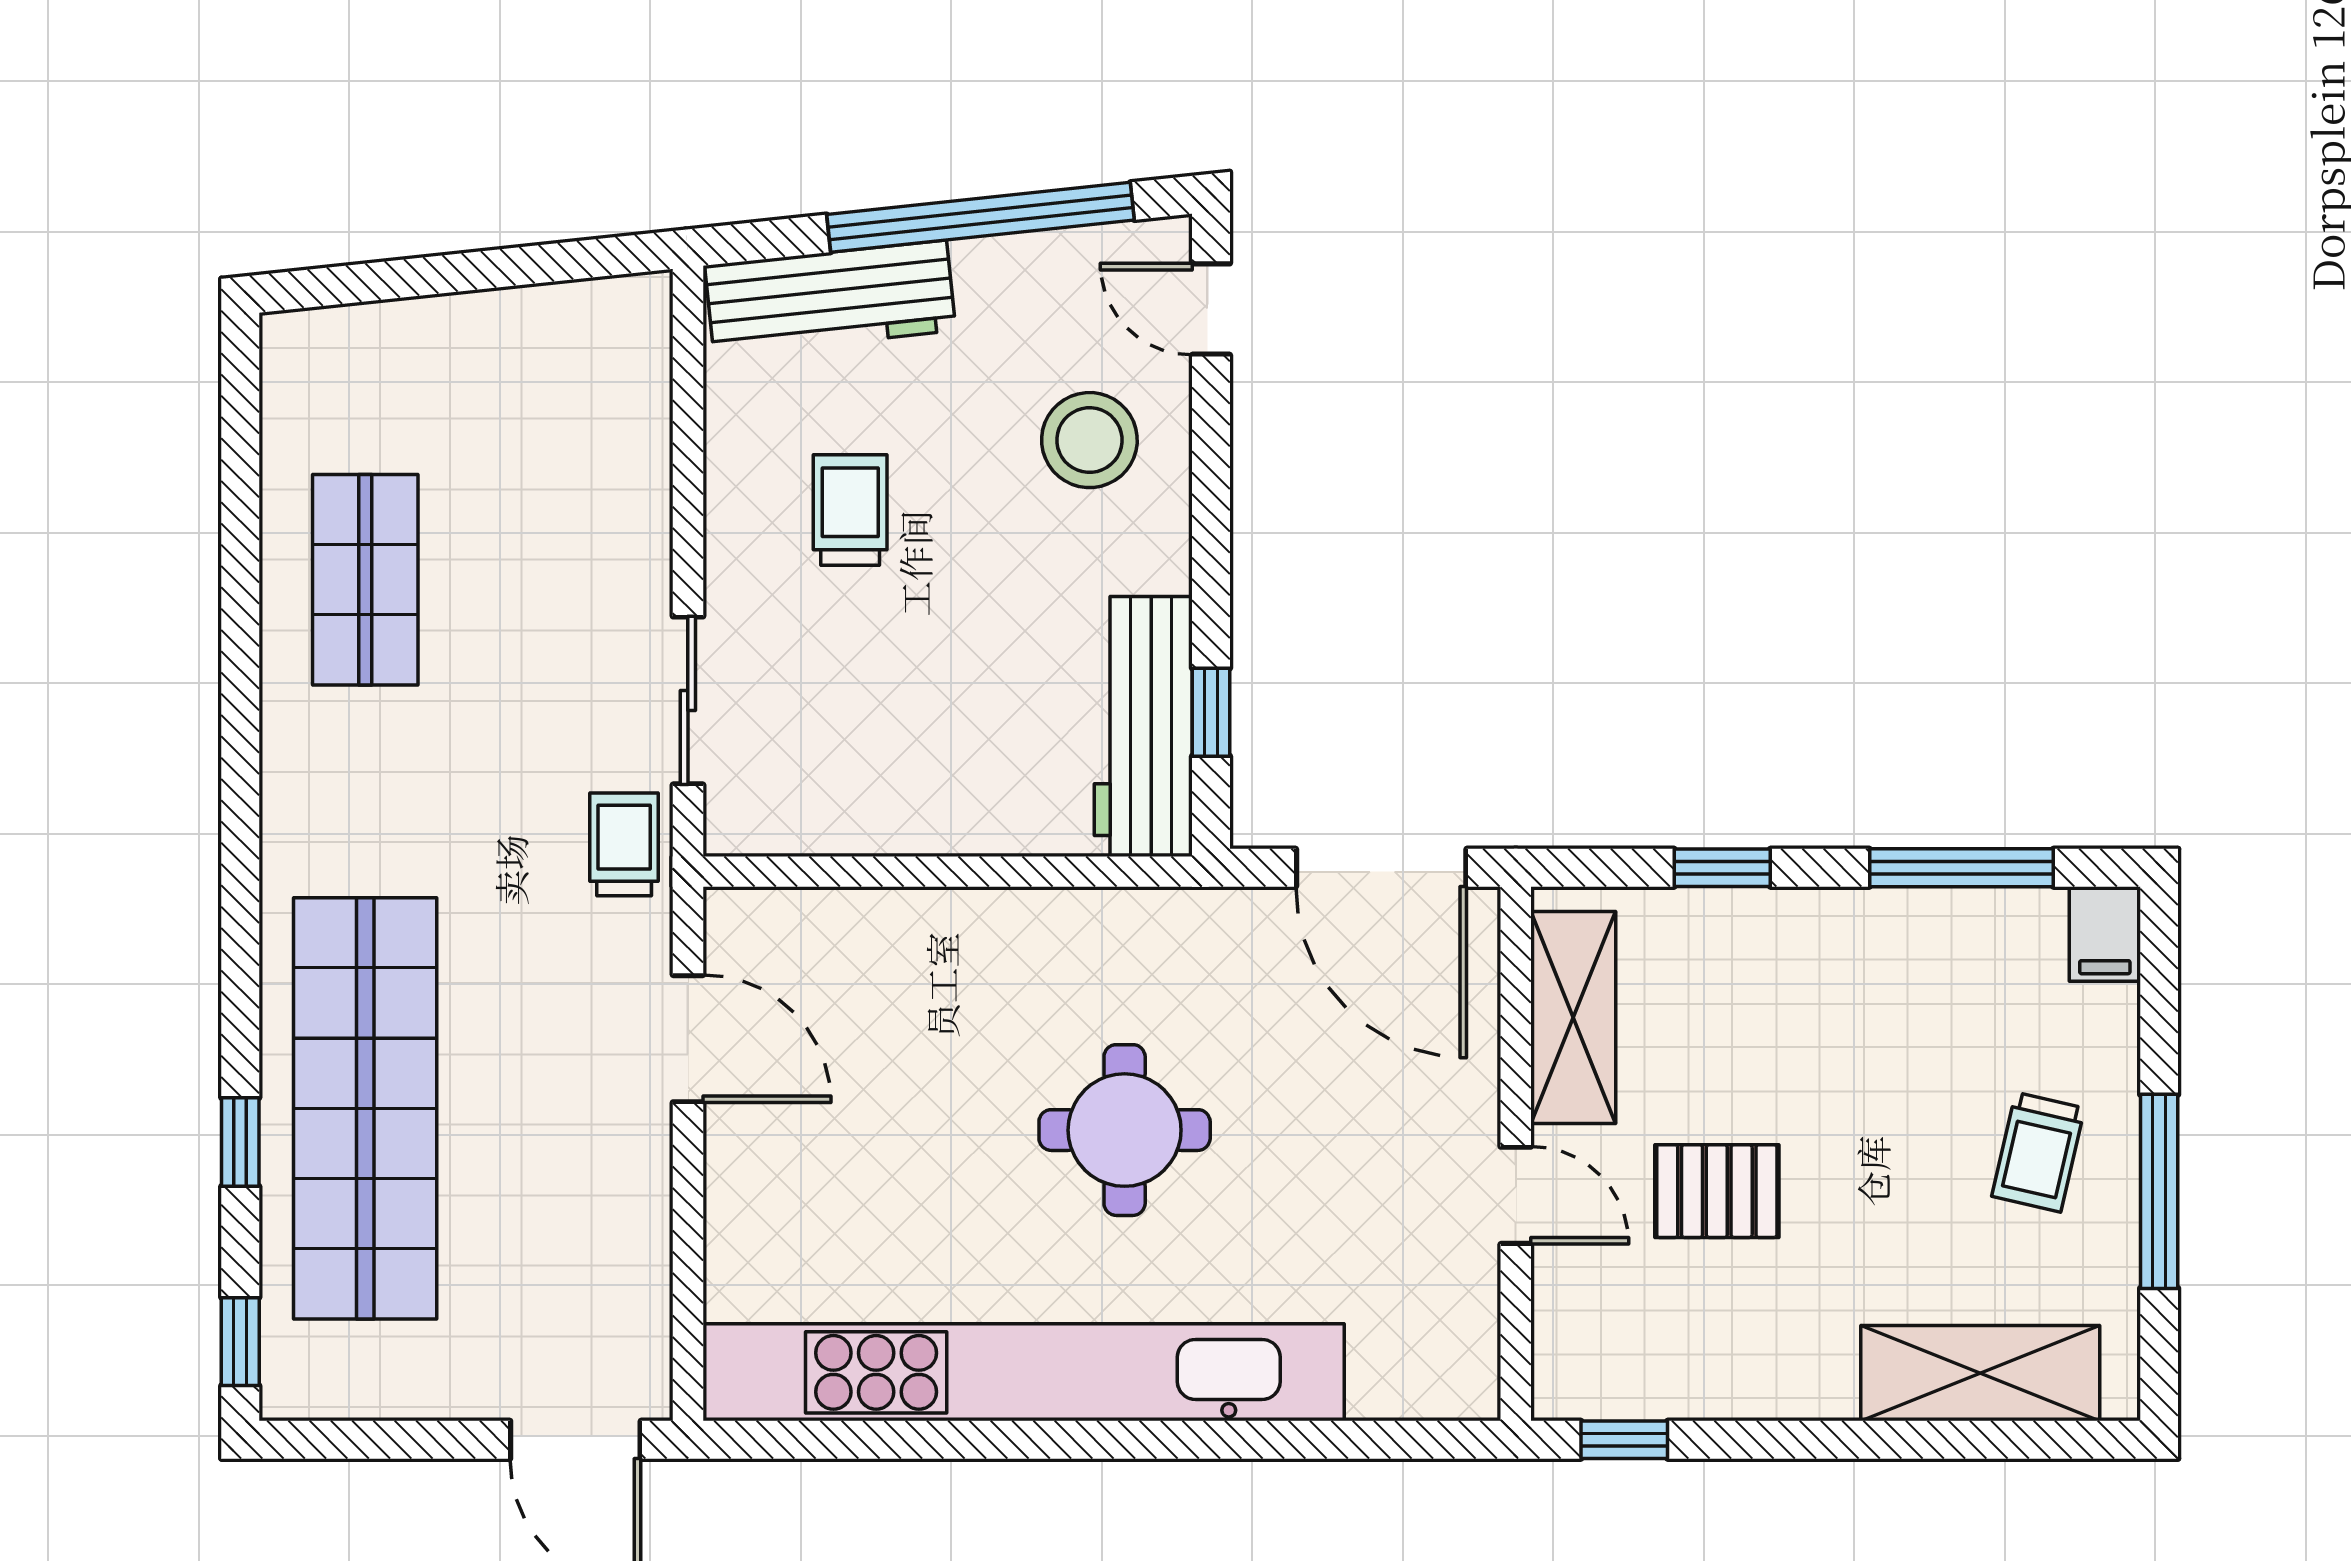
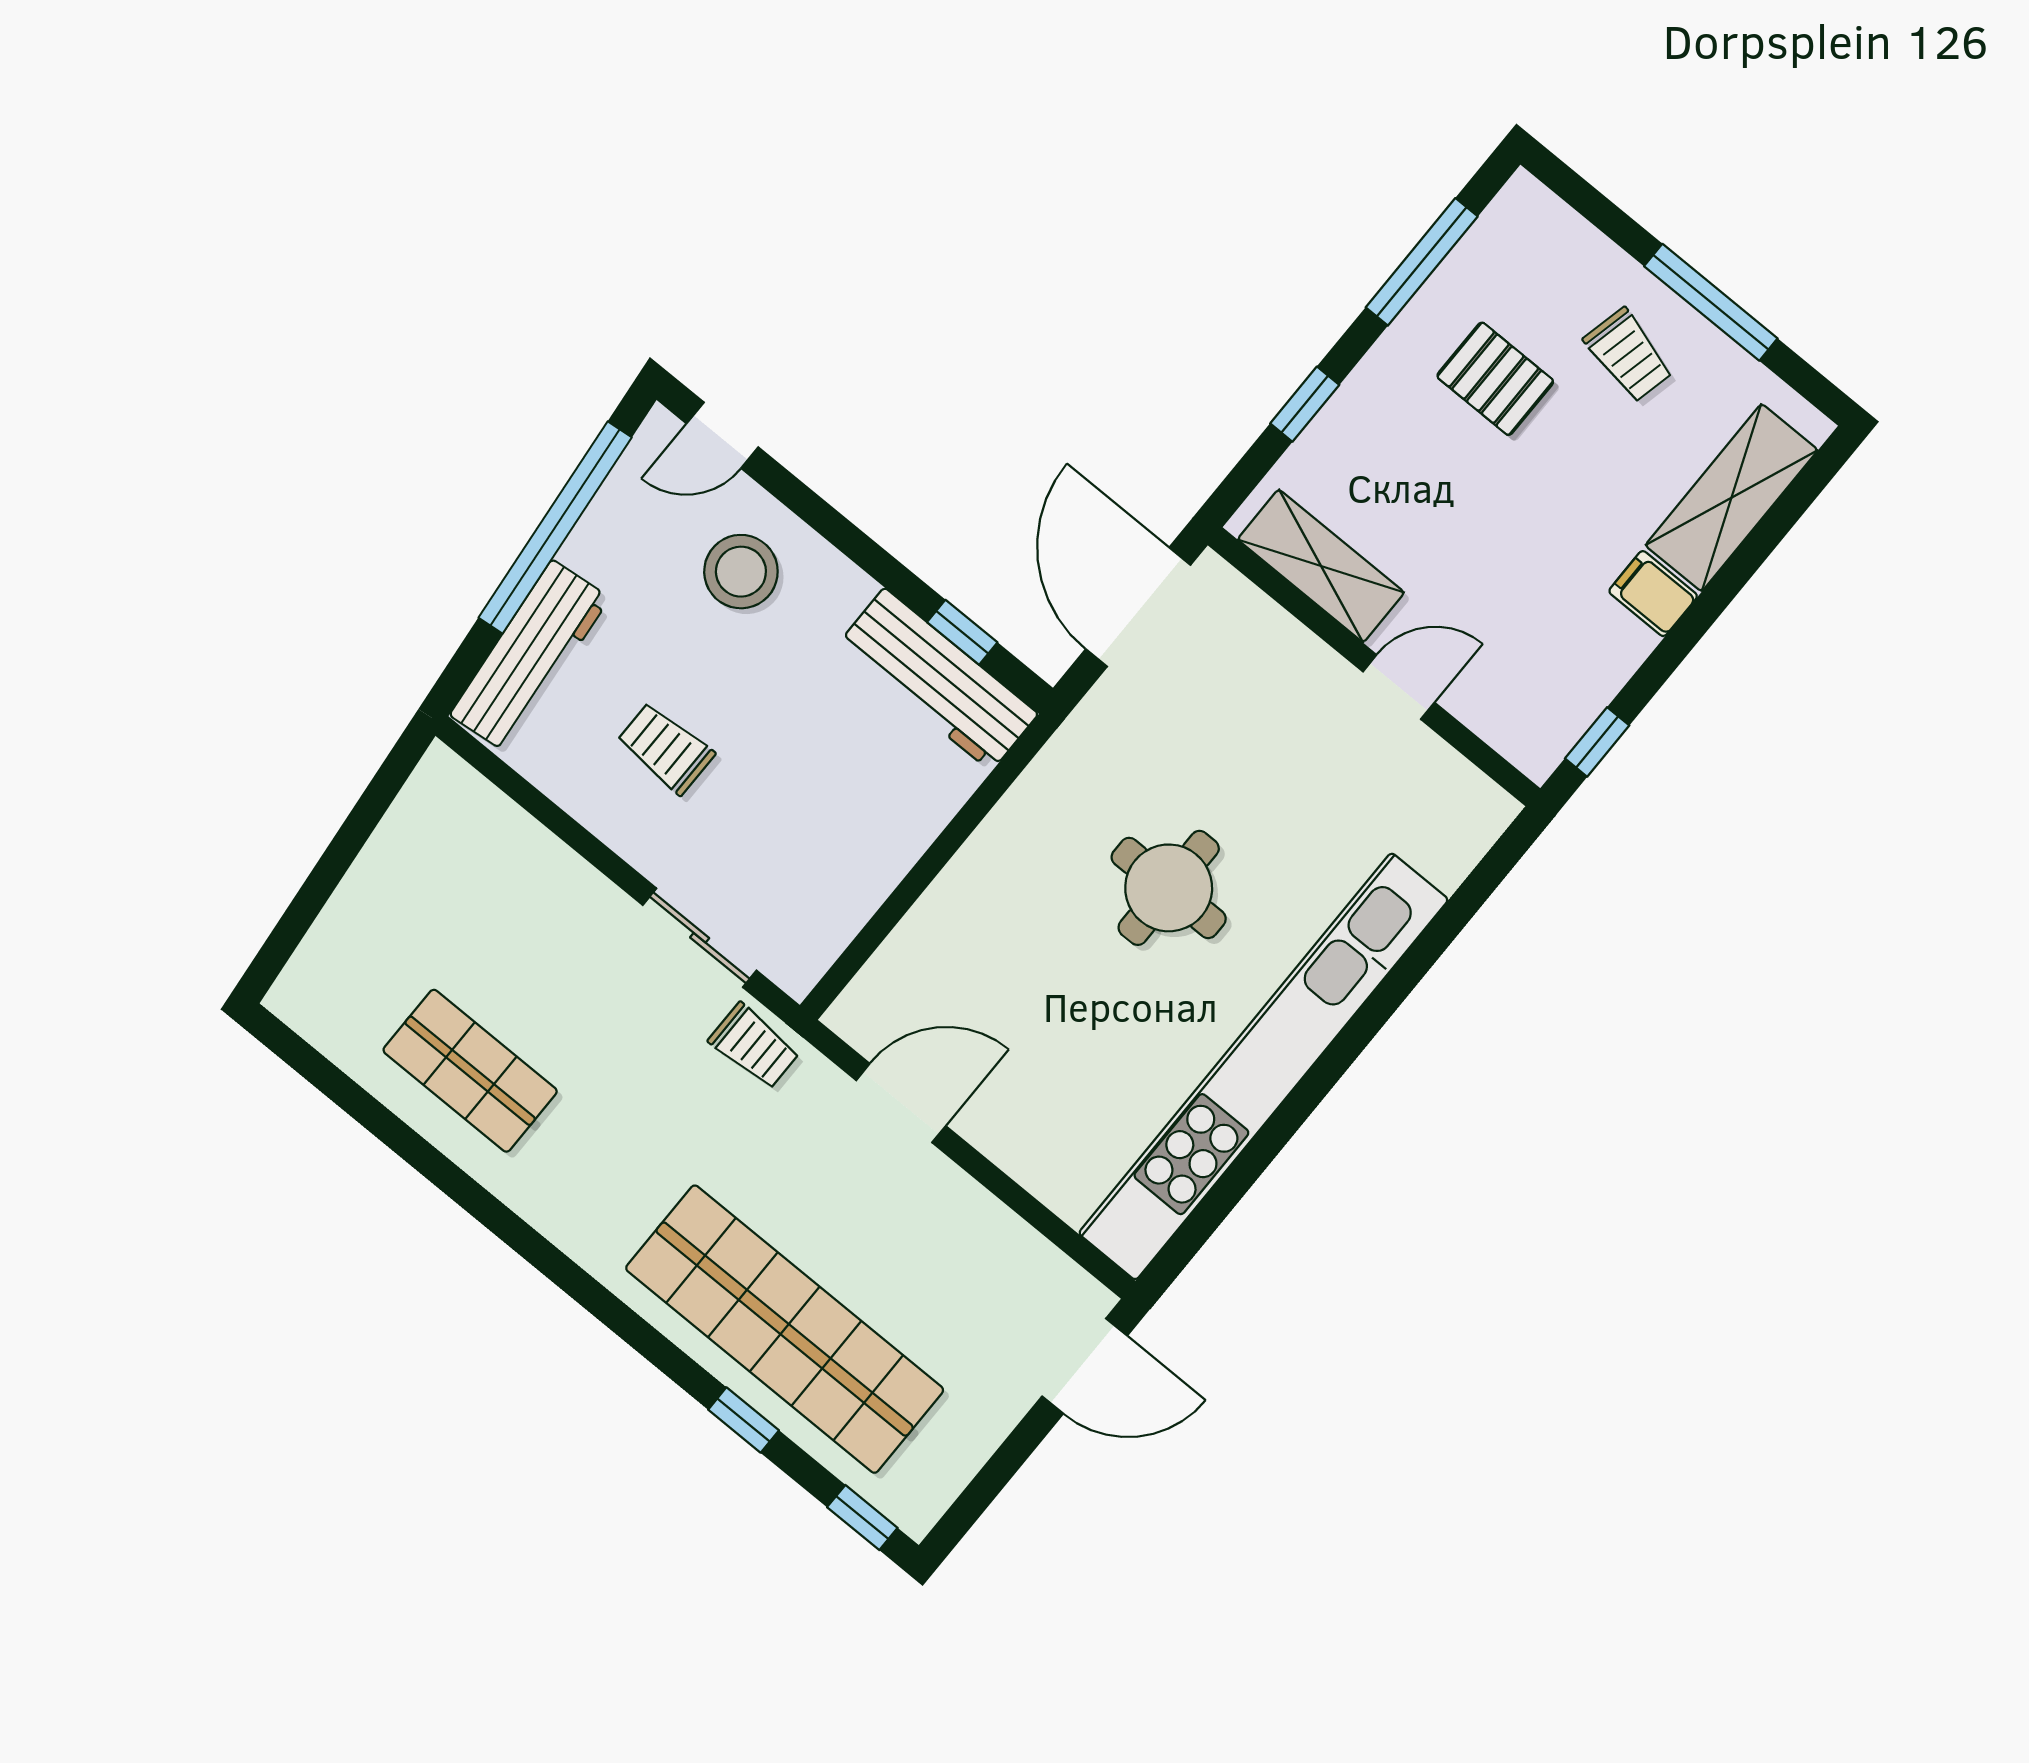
trolley: (624, 844) -> (754, 1046), turned 180
door: (1381, 868) -> (1138, 607), swing flipped
filing cabinet: (2105, 934) -> (1653, 594), moved, turned 180
pallet: (1717, 1191) -> (1495, 379), moved, turned 90

